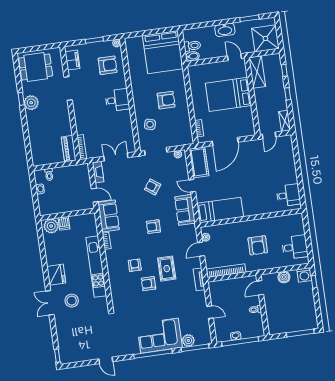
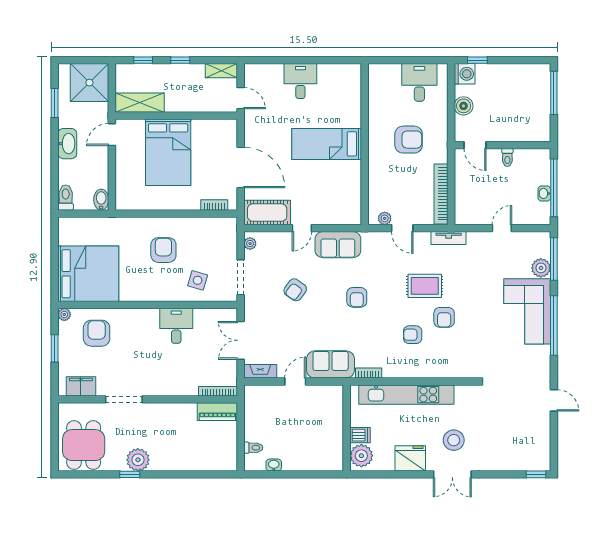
toilet: (192, 46) -> (66, 198), moved
bed: (163, 52) -> (88, 274), moved
desk: (117, 100) -> (176, 326), moved
desk: (288, 195) -> (300, 81), moved
bed: (220, 210) -> (327, 144), moved, turned -90
wall: (67, 214) -> (347, 428), moved
dishwasher: (64, 223) -> (360, 435), moved
plant: (51, 226) -> (361, 456), moved
door: (106, 360) -> (554, 400), hinge flipped

